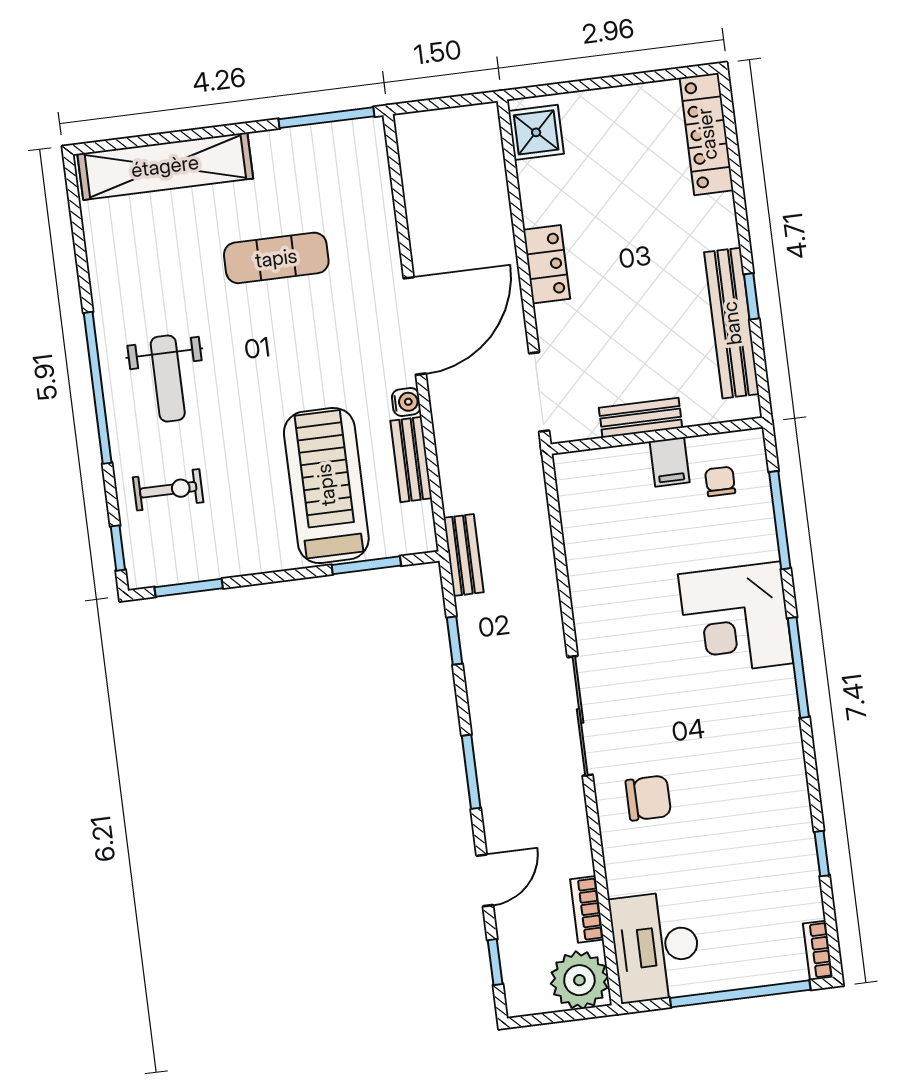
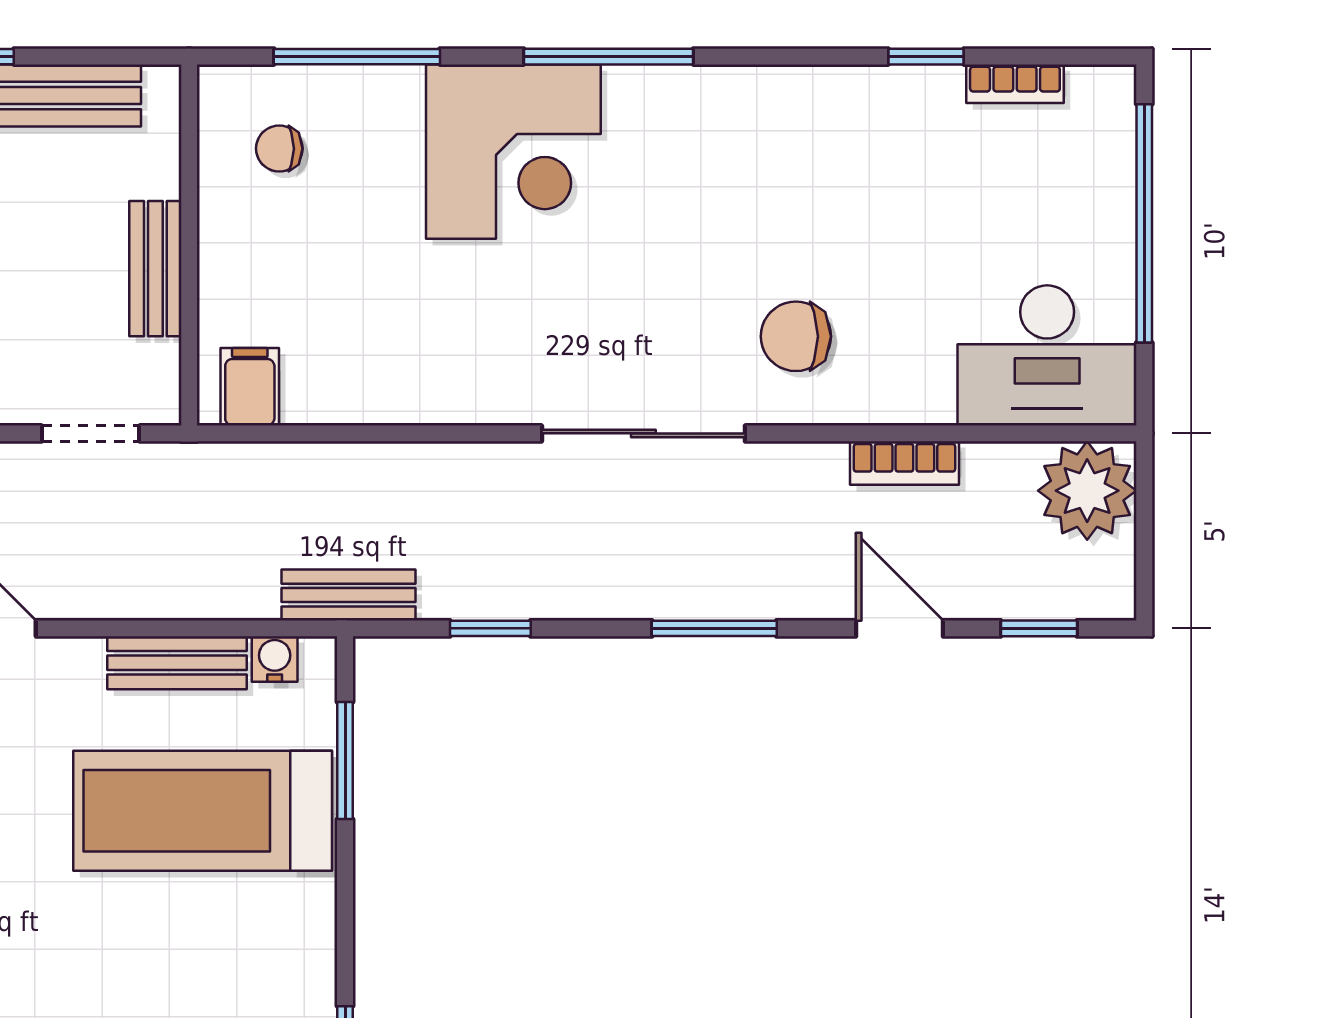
doorway: (539, 392) -> (91, 433), width x0.73
water cooler: (406, 402) -> (275, 659), moved
filing cabinet: (670, 462) -> (250, 387), moved, turned -90
chair: (648, 798) -> (796, 336), turned -90
bookcase: (587, 909) -> (904, 463), moved
bookcase: (818, 950) -> (1015, 84), moved

